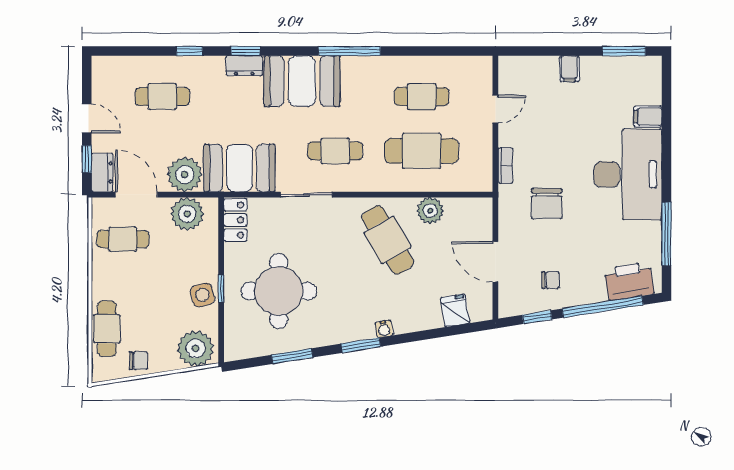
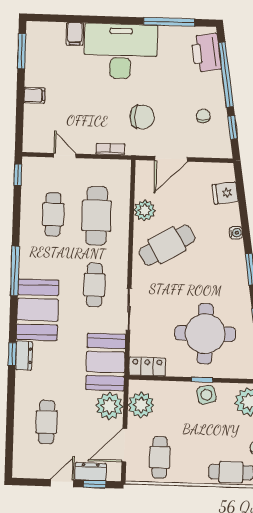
window: (189, 51) -> (18, 175), moved
dresser: (102, 172) -> (91, 472), moved
door: (495, 262) -> (171, 159), moved
water cooler: (384, 329) -> (236, 233), moved

